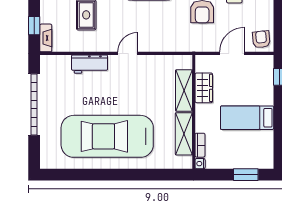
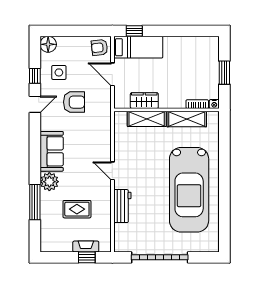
fireplace: (46, 38) -> (86, 246), moved
bed: (247, 118) -> (138, 47), moved, turned -90
window: (246, 175) -> (224, 73), moved

